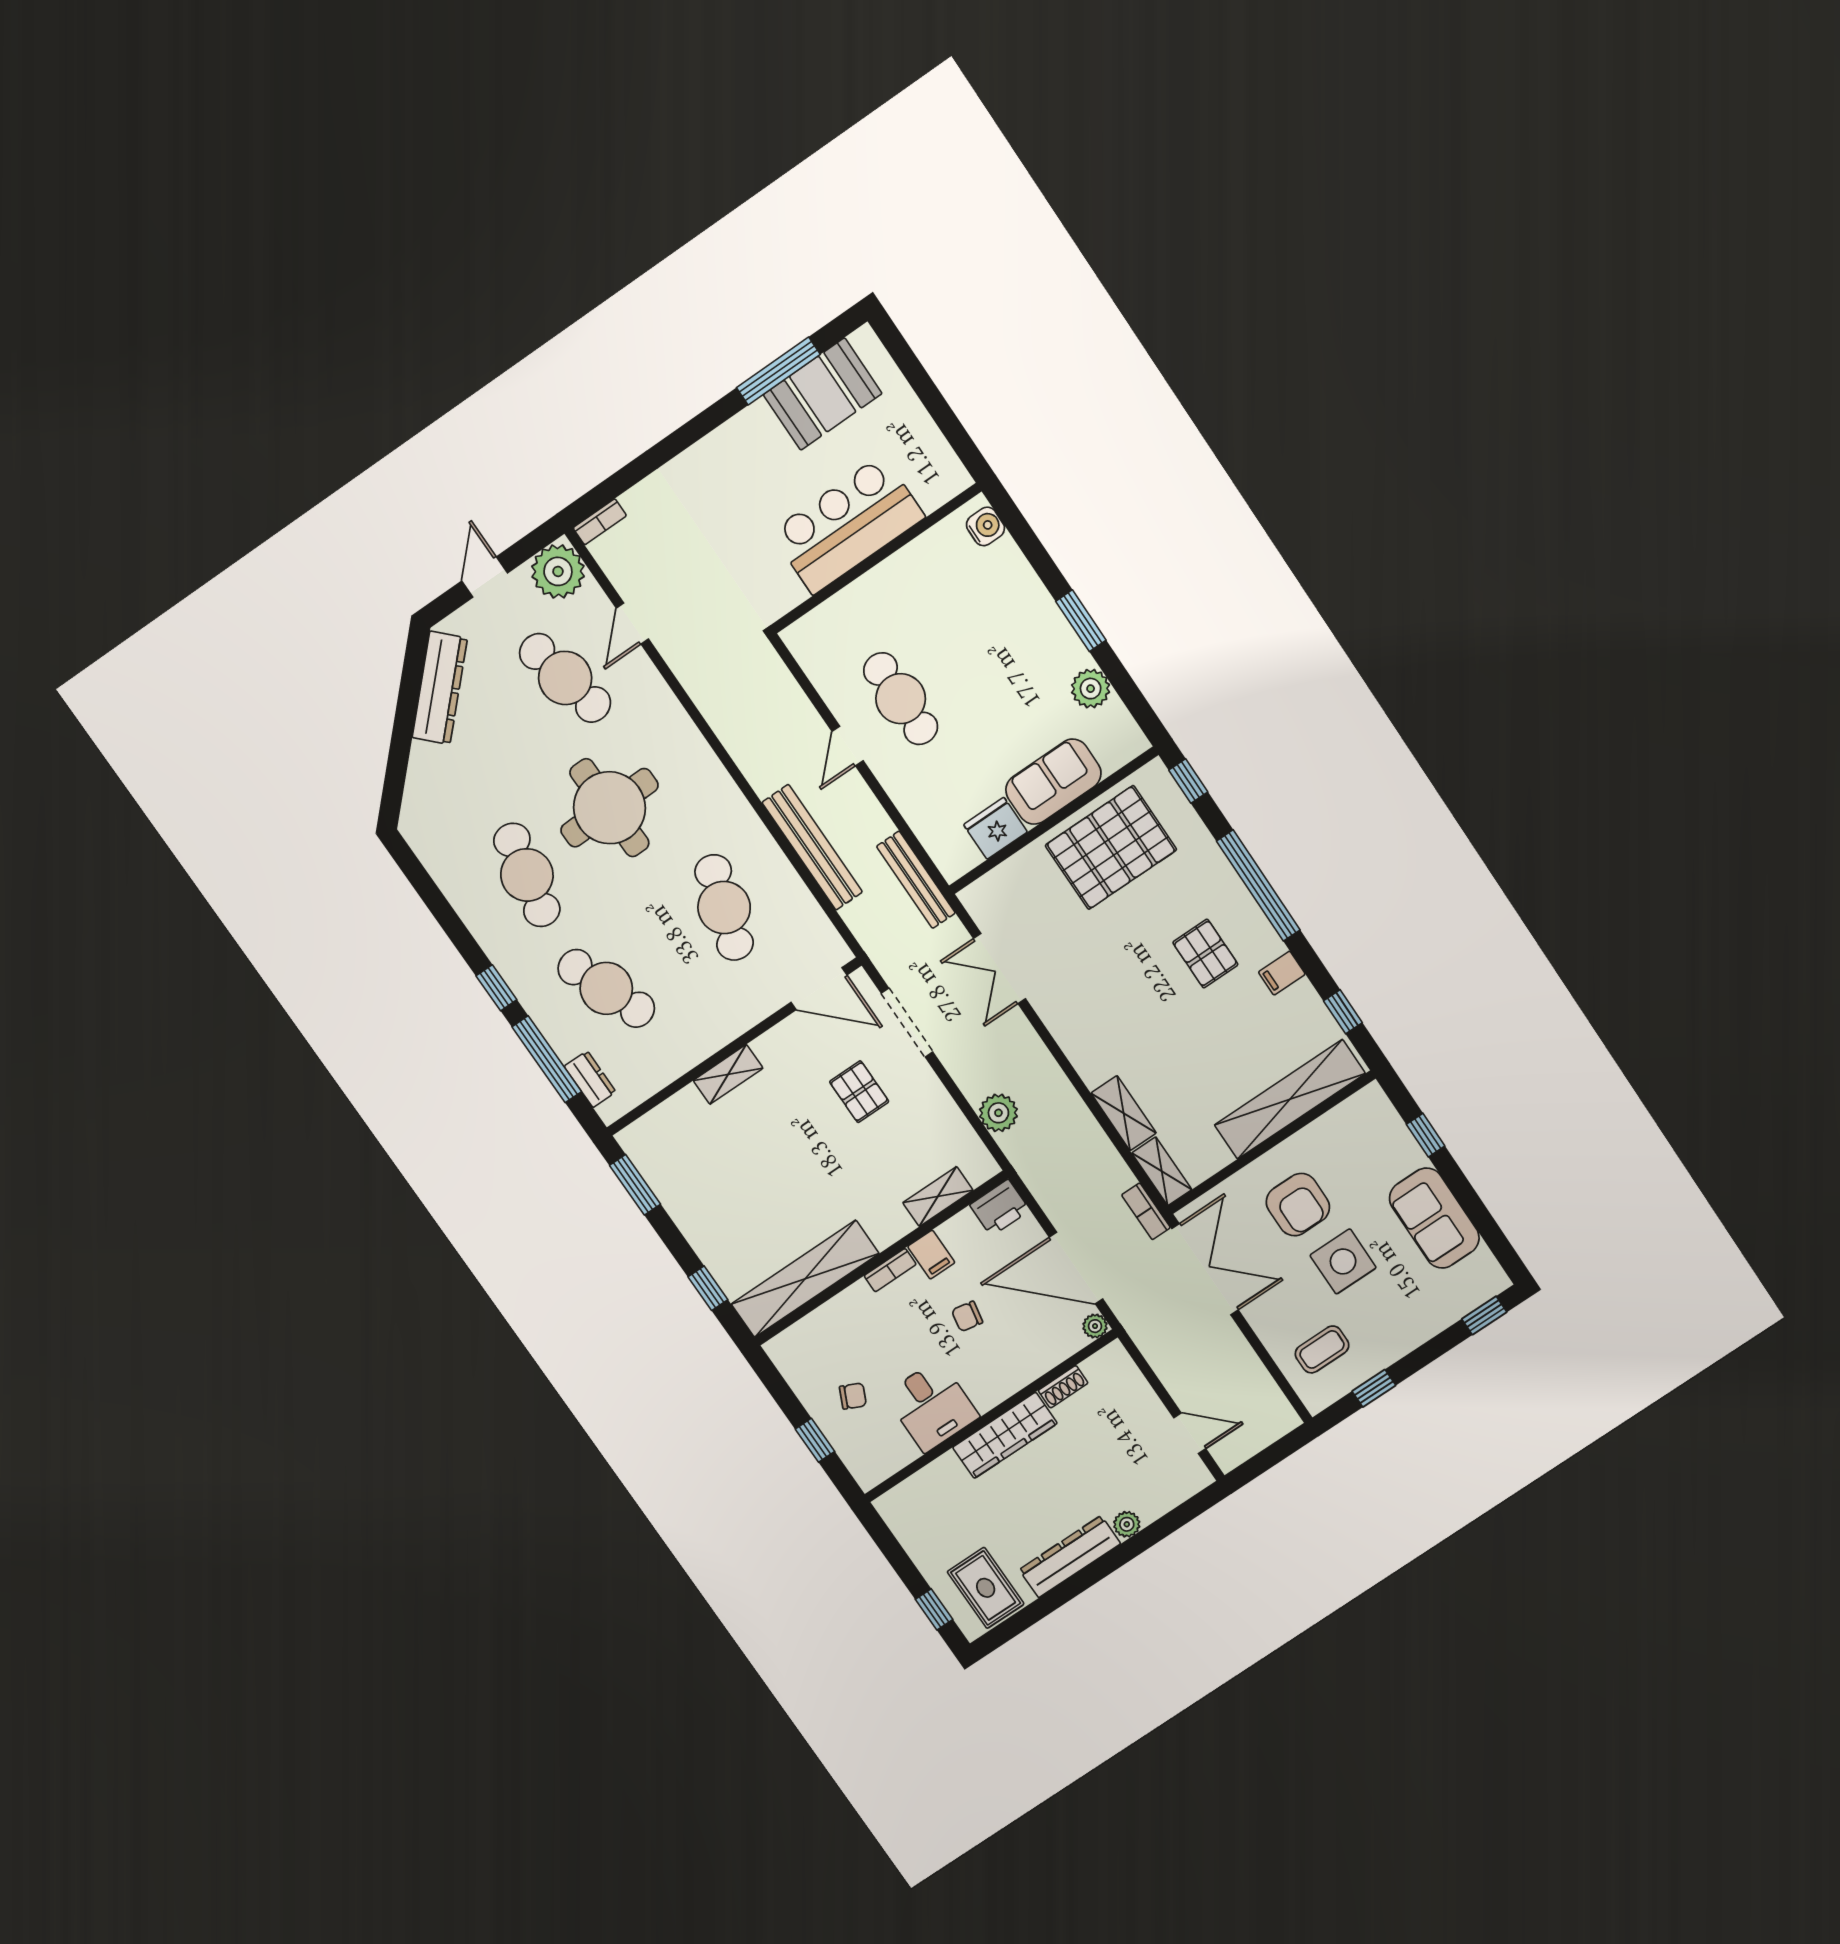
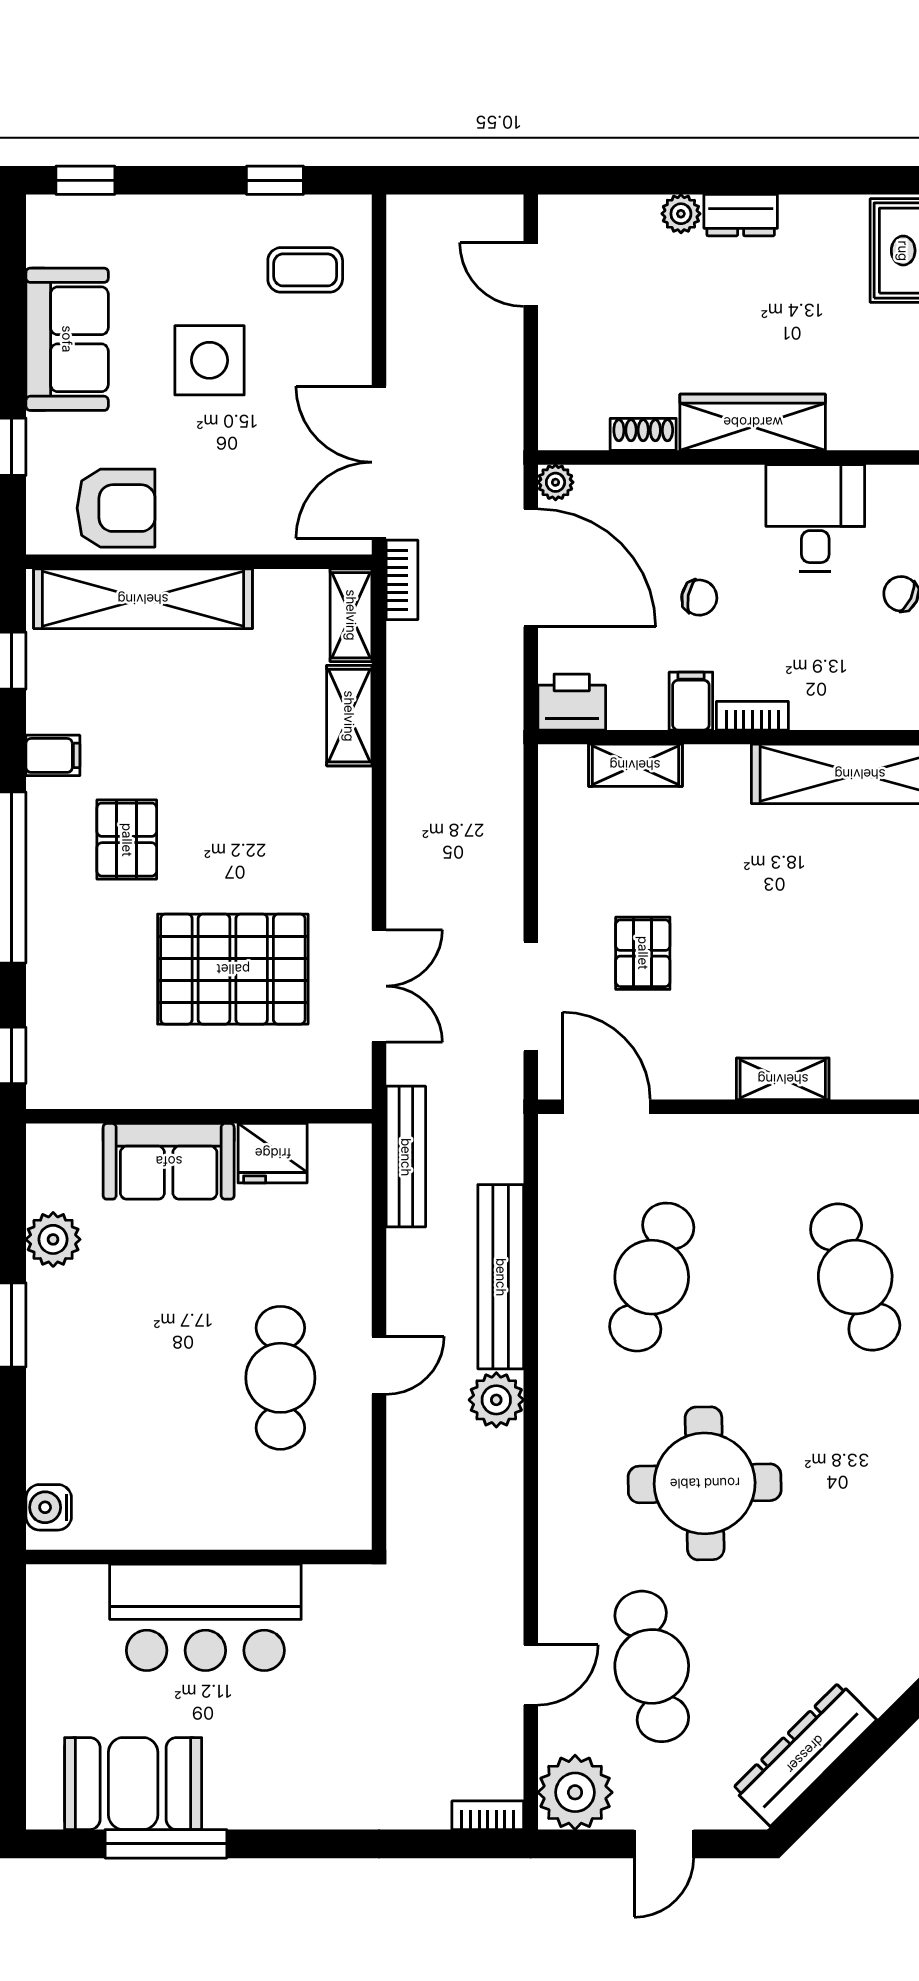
pallet: (1111, 848) -> (233, 969), moved
cafe table: (527, 875) -> (855, 1472), removed
plant: (998, 1113) -> (496, 1400), moved
armchair: (1298, 1205) -> (116, 508), moved, turned 90
dresser: (1070, 1557) -> (741, 215), width x0.51, depth x0.80

